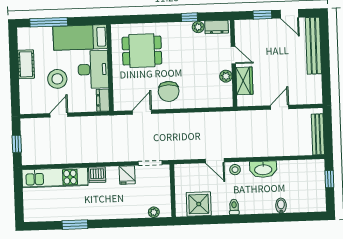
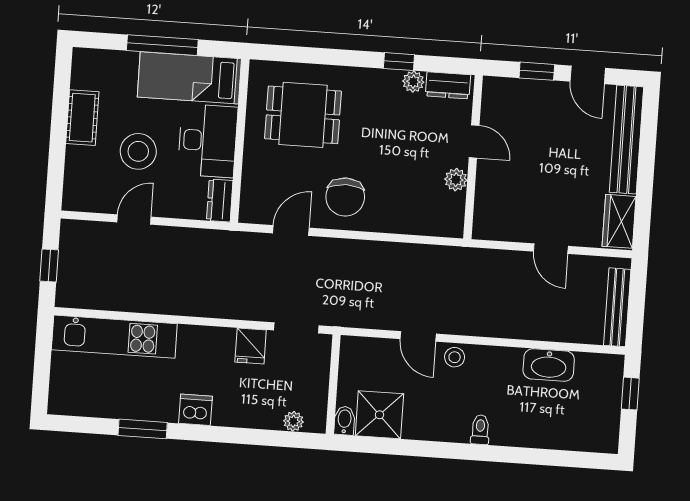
window: (49, 22) -> (162, 45), moved
wardrobe: (244, 81) -> (619, 221), moved, turned 180
door: (280, 107) -> (551, 249), swing flipped
washbasin: (263, 169) -> (549, 365), moved
dishwasher: (97, 175) -> (195, 410), moved, turned 180
bidet: (281, 206) -> (344, 421), moved
toilet: (234, 207) -> (480, 430), moved

